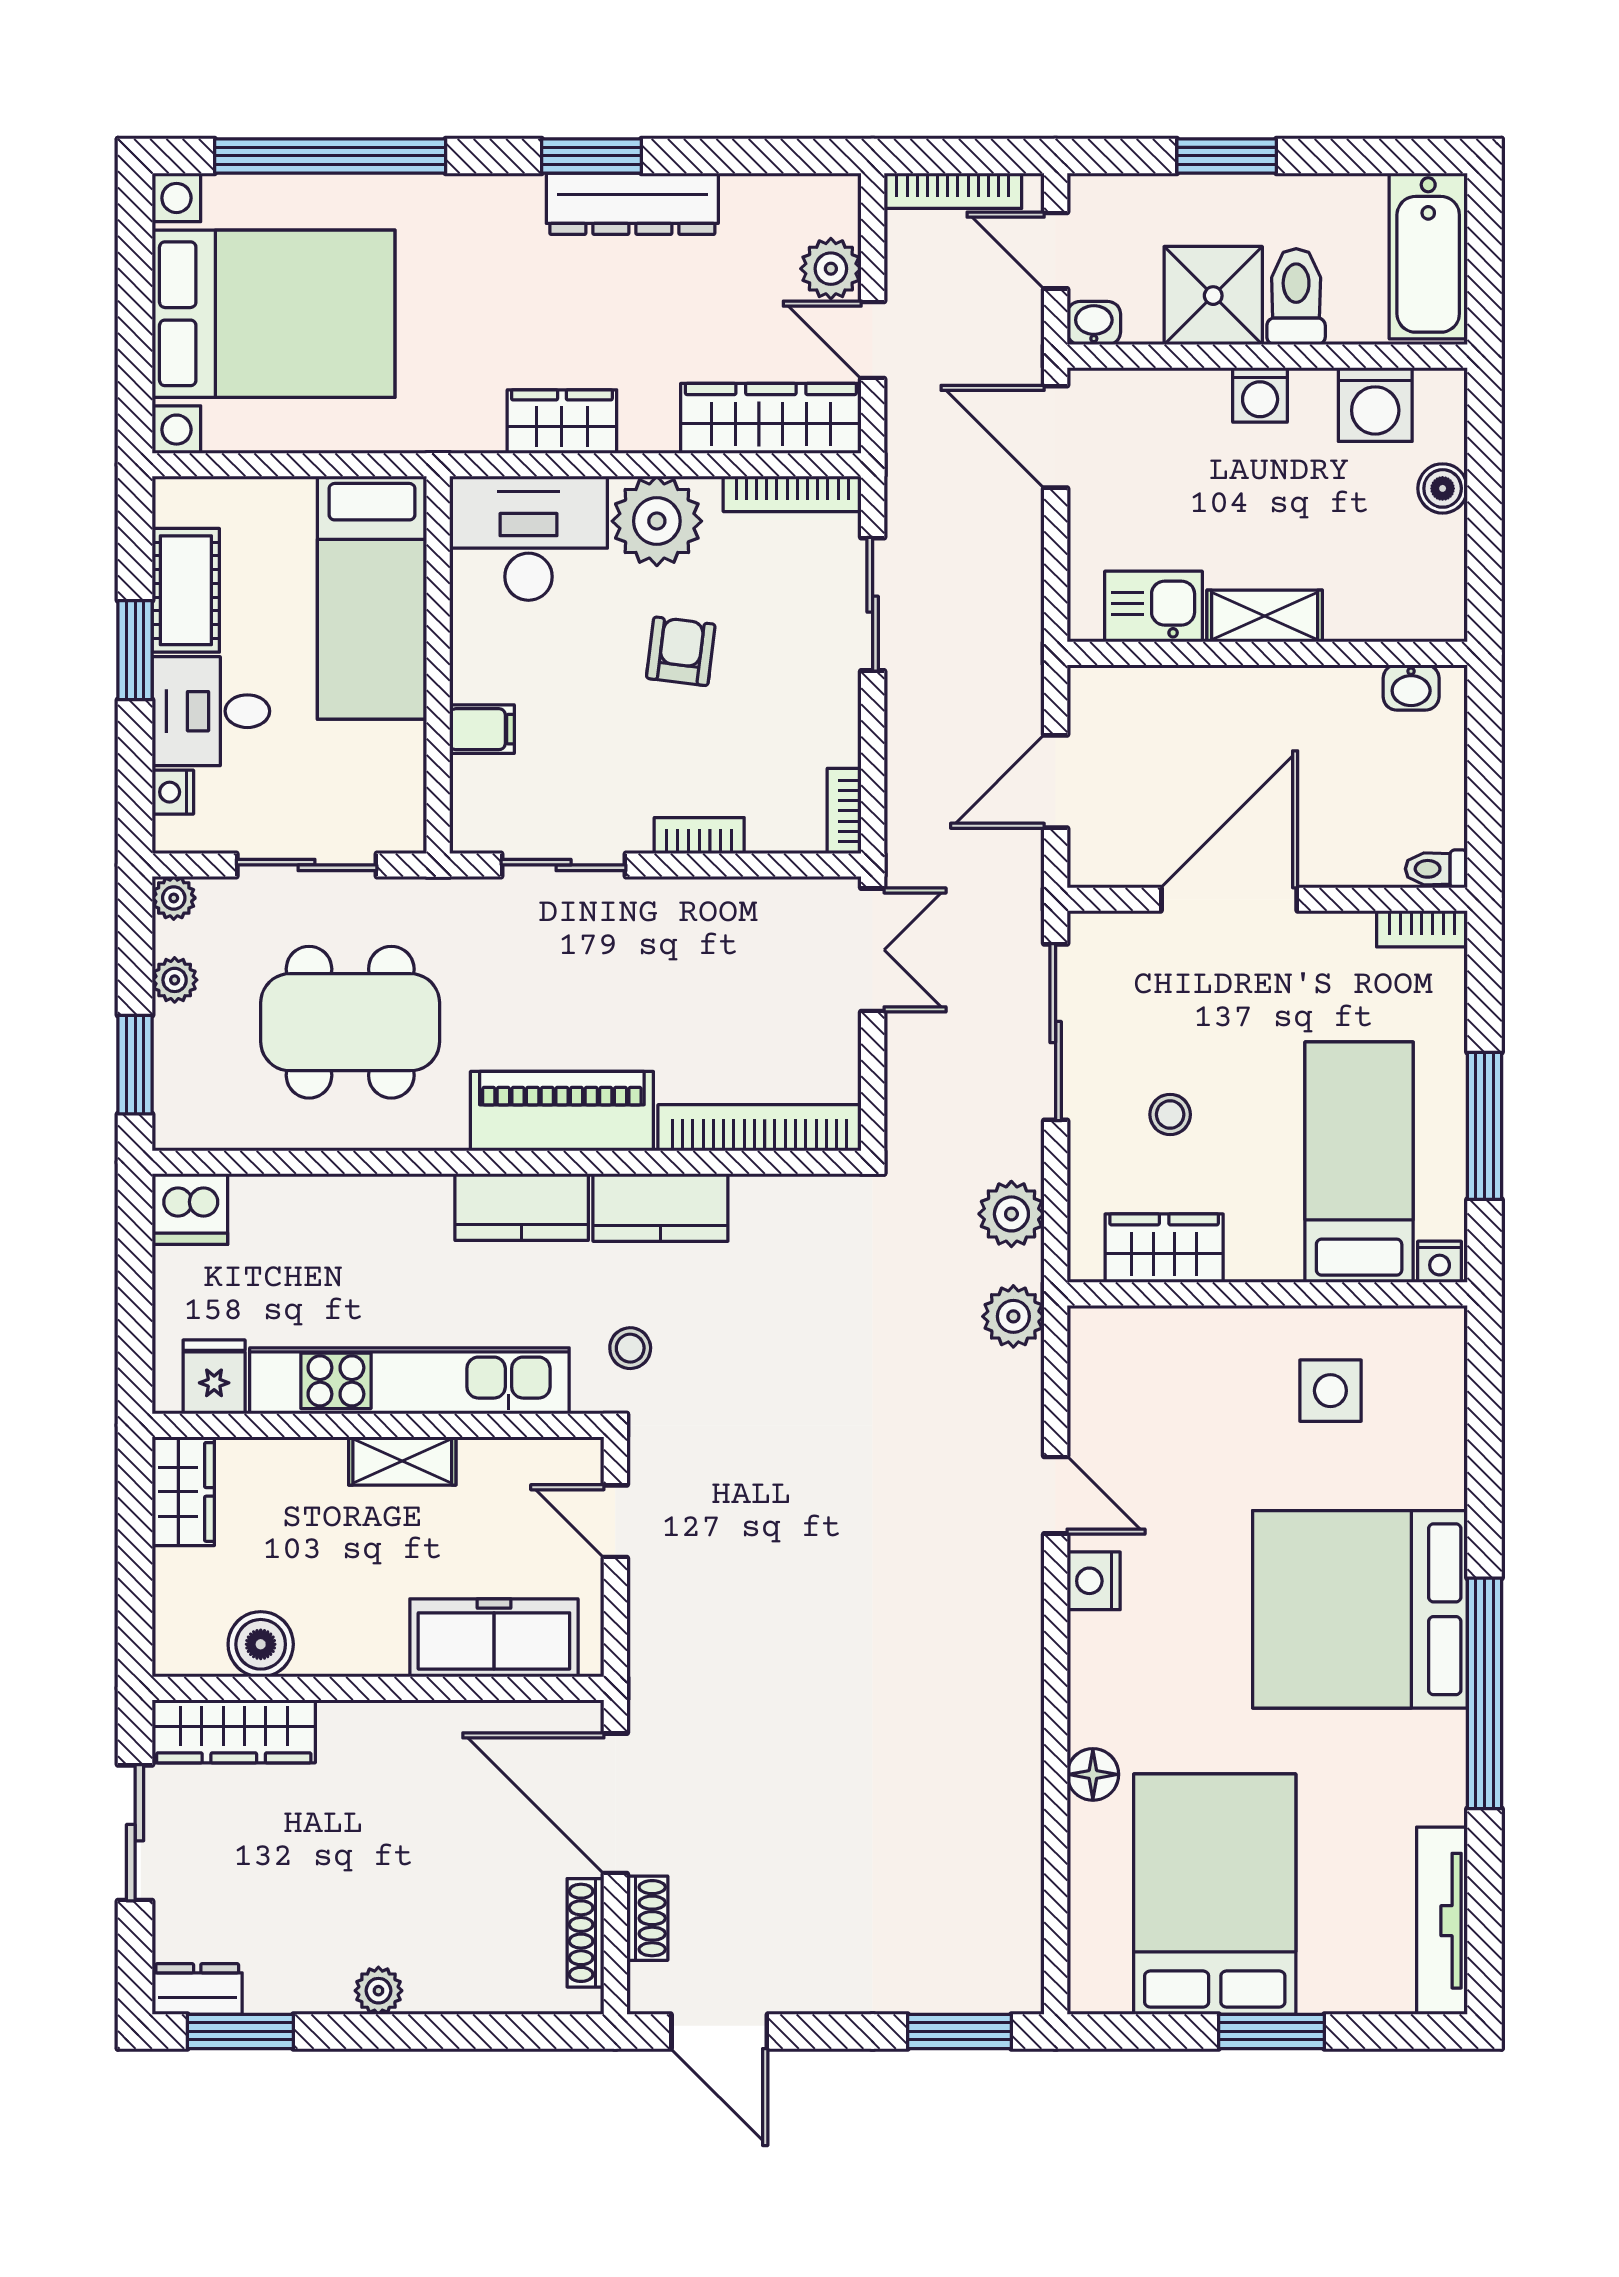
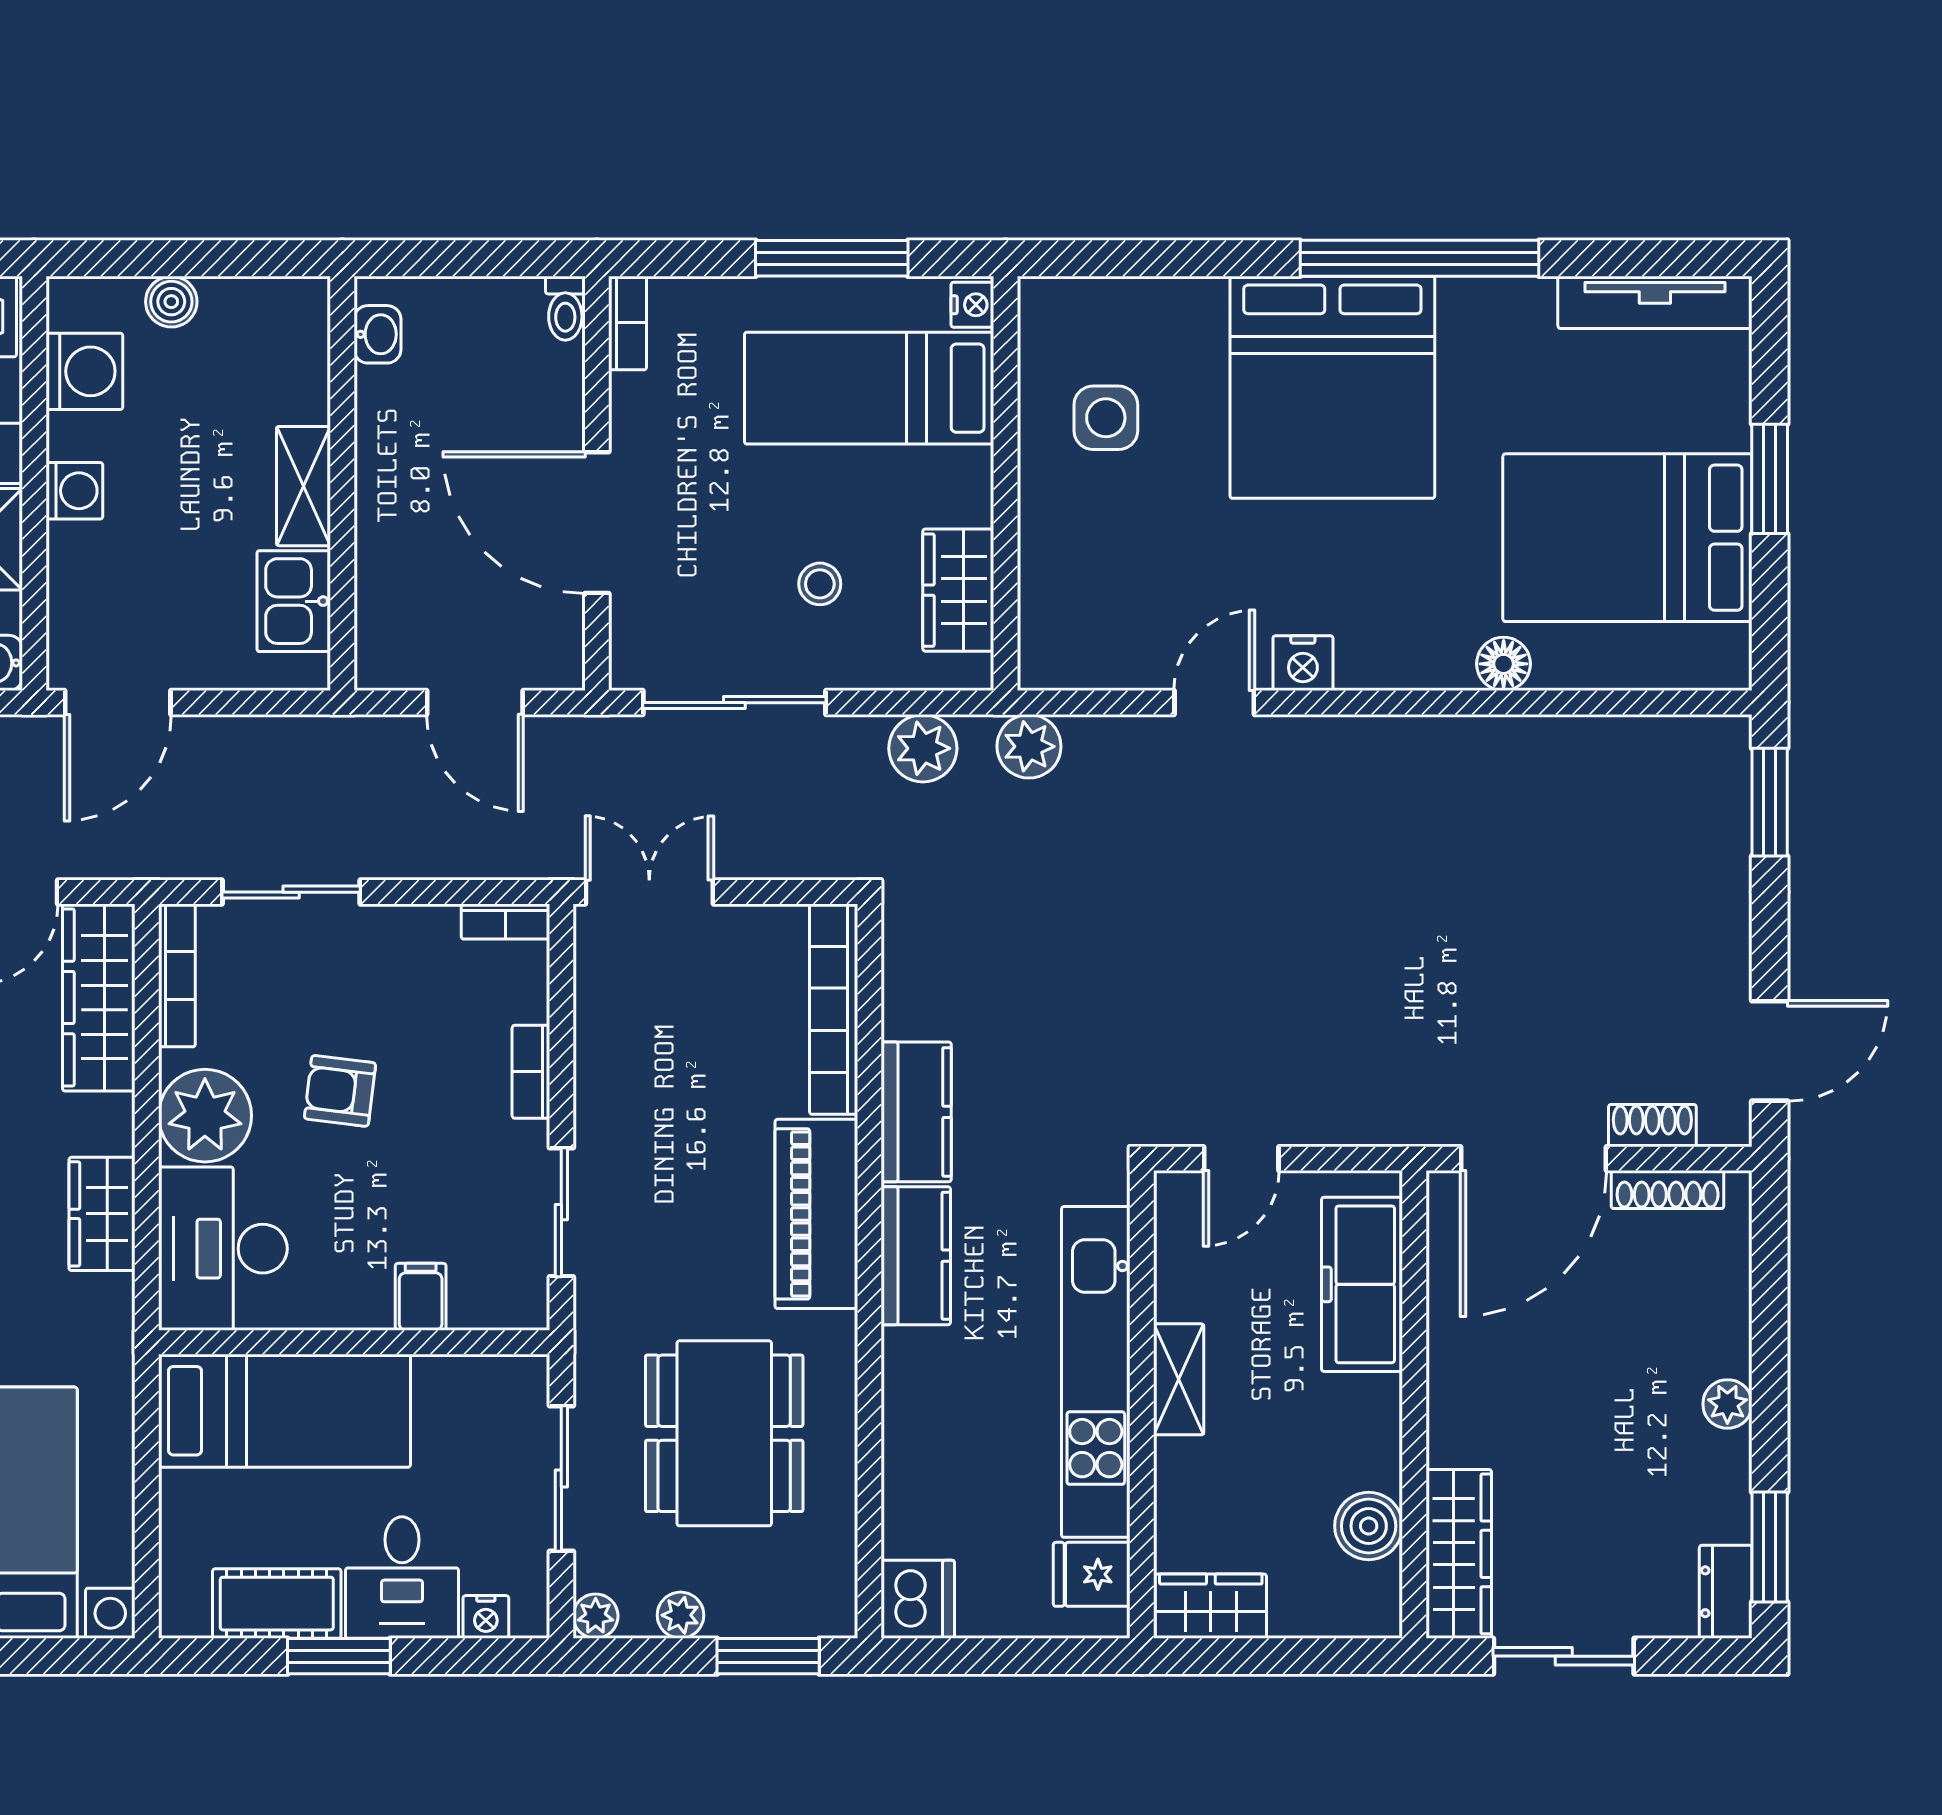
stool: (630, 1348) -> (1062, 1143), removed

